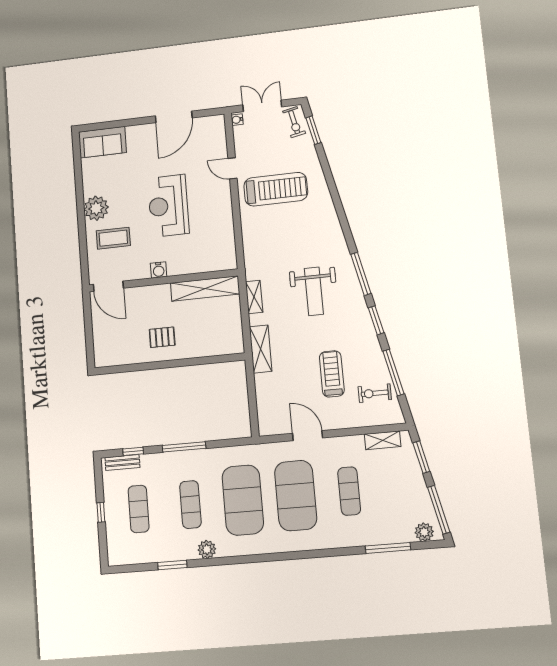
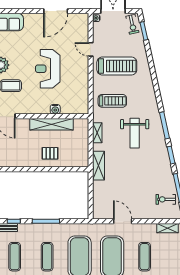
water cooler: (159, 270) -> (55, 109), moved
shelving: (205, 289) -> (51, 124), moved
pallet: (162, 337) -> (50, 153), moved
treadmill: (332, 374) -> (112, 101), moved, turned 90

